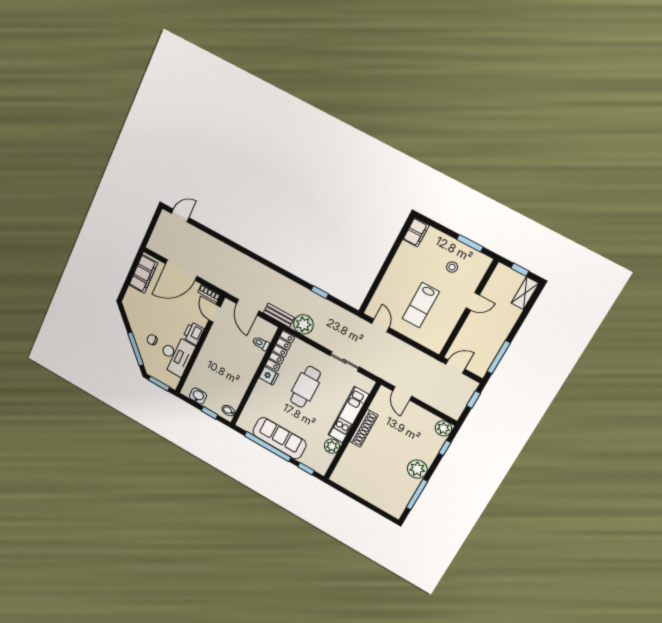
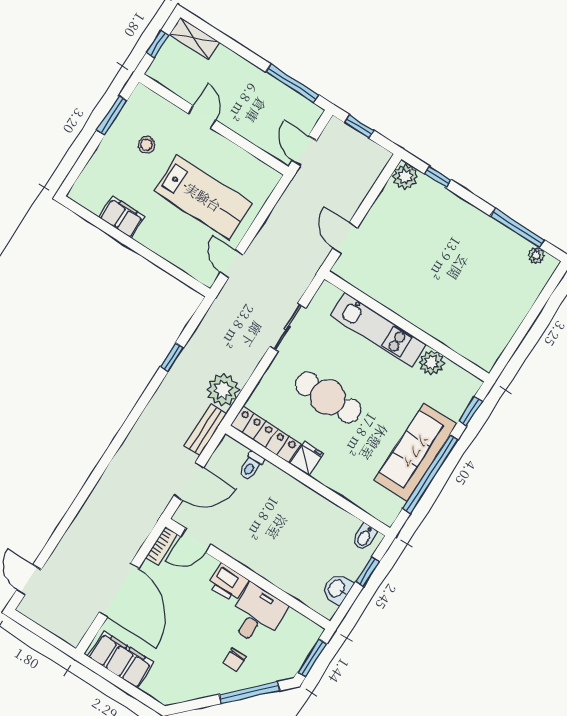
filing cabinet: (416, 232) -> (122, 217), moved
lab bench: (421, 305) -> (203, 197), width x1.36, depth x1.39
door: (380, 325) -> (232, 264), hinge flipped
desk: (176, 355) -> (257, 615), width x0.73
door: (402, 393) -> (345, 238), swing flipped
shoe rack: (364, 428) -> (402, 306), removed
plant: (417, 469) -> (536, 255), moved, width x0.53, depth x0.53

